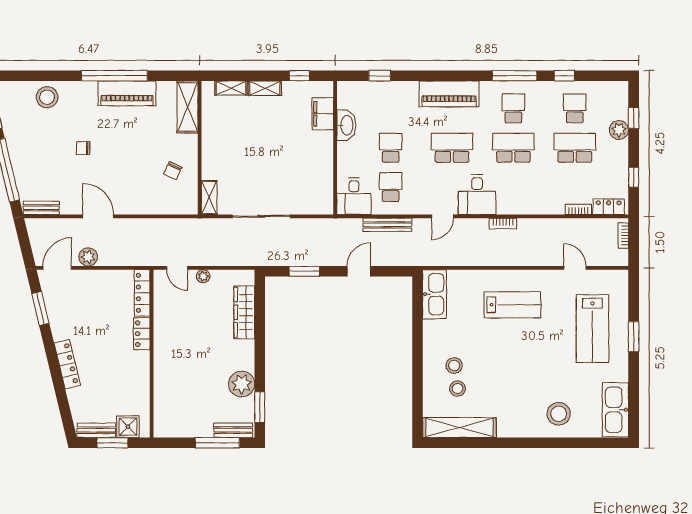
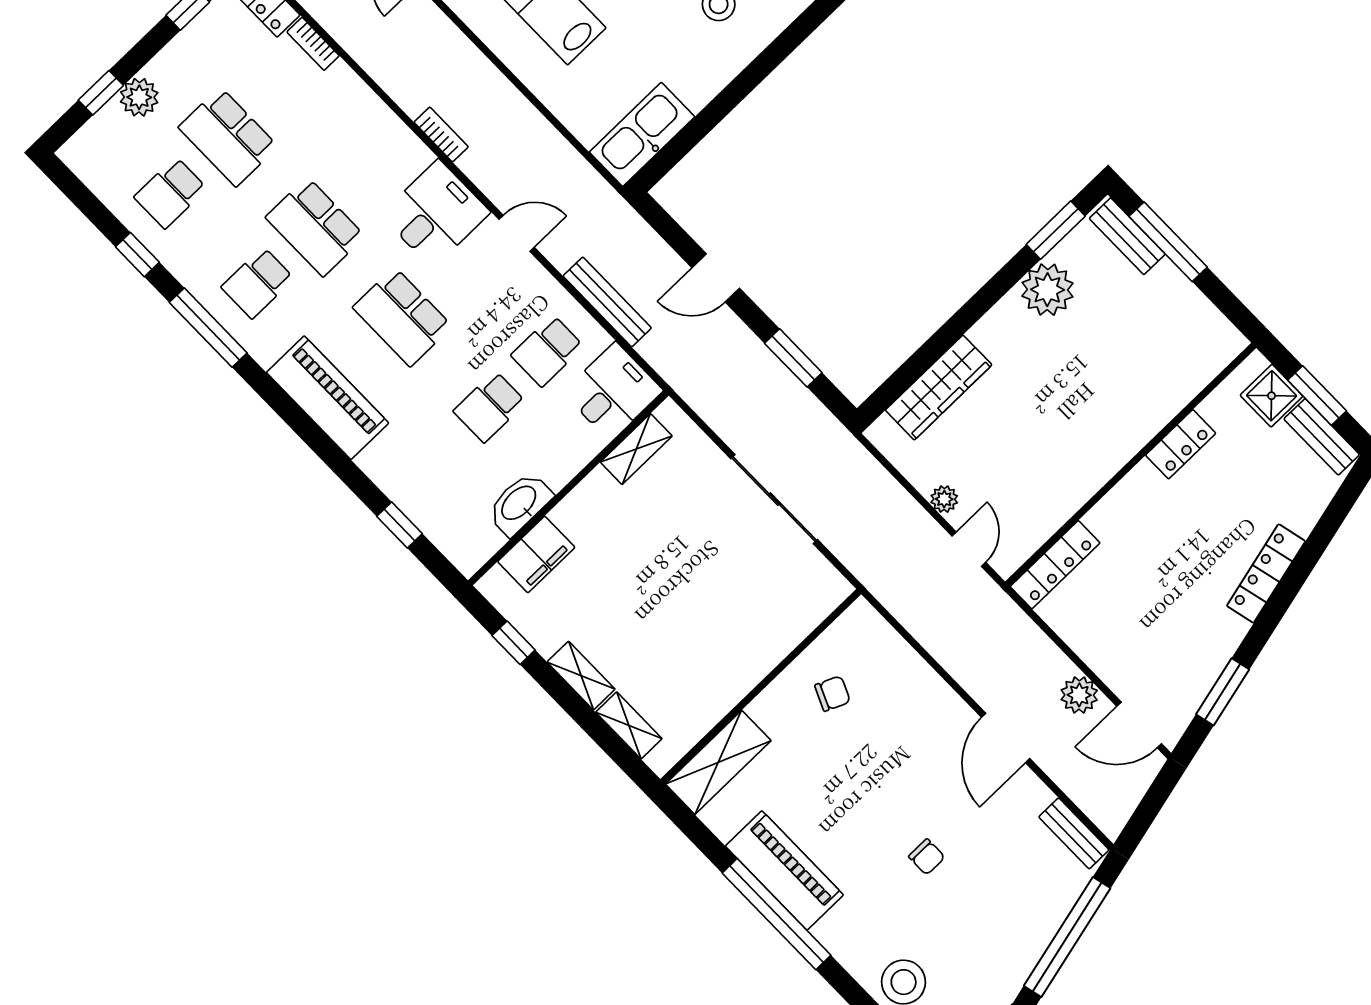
shelving: (209, 197) -> (636, 449), moved
locker: (142, 334) -> (1181, 444), moved

